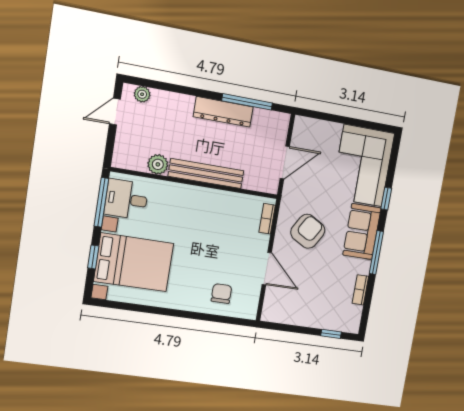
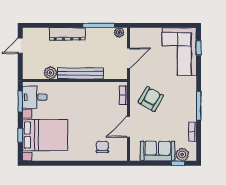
plant: (142, 94) -> (119, 33), moved
dresser: (223, 112) -> (67, 34), moved
window: (386, 199) -> (199, 48), moved
window: (101, 202) -> (20, 101), width x0.69
sofa: (362, 232) -> (158, 151), moved, turned 90
door: (267, 269) -> (128, 127), swing flipped
plant: (339, 322) -> (182, 154), added

